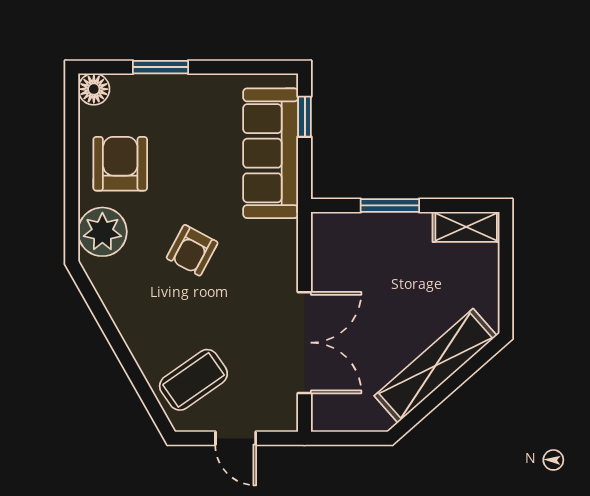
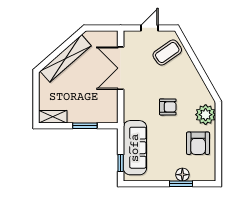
floor lamp: (94, 89) -> (182, 175), moved
armchair: (192, 250) -> (168, 107), turned 62
door: (236, 438) -> (150, 28), hinge flipped

